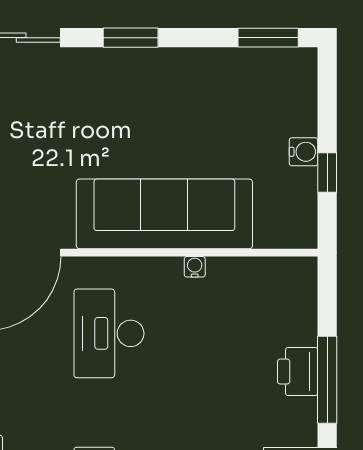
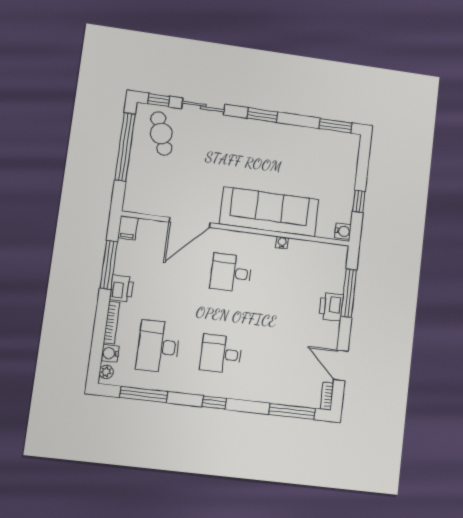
water cooler: (304, 152) -> (343, 231), moved
desk: (109, 333) -> (231, 273), width x0.73
window: (327, 380) -> (349, 293), moved

